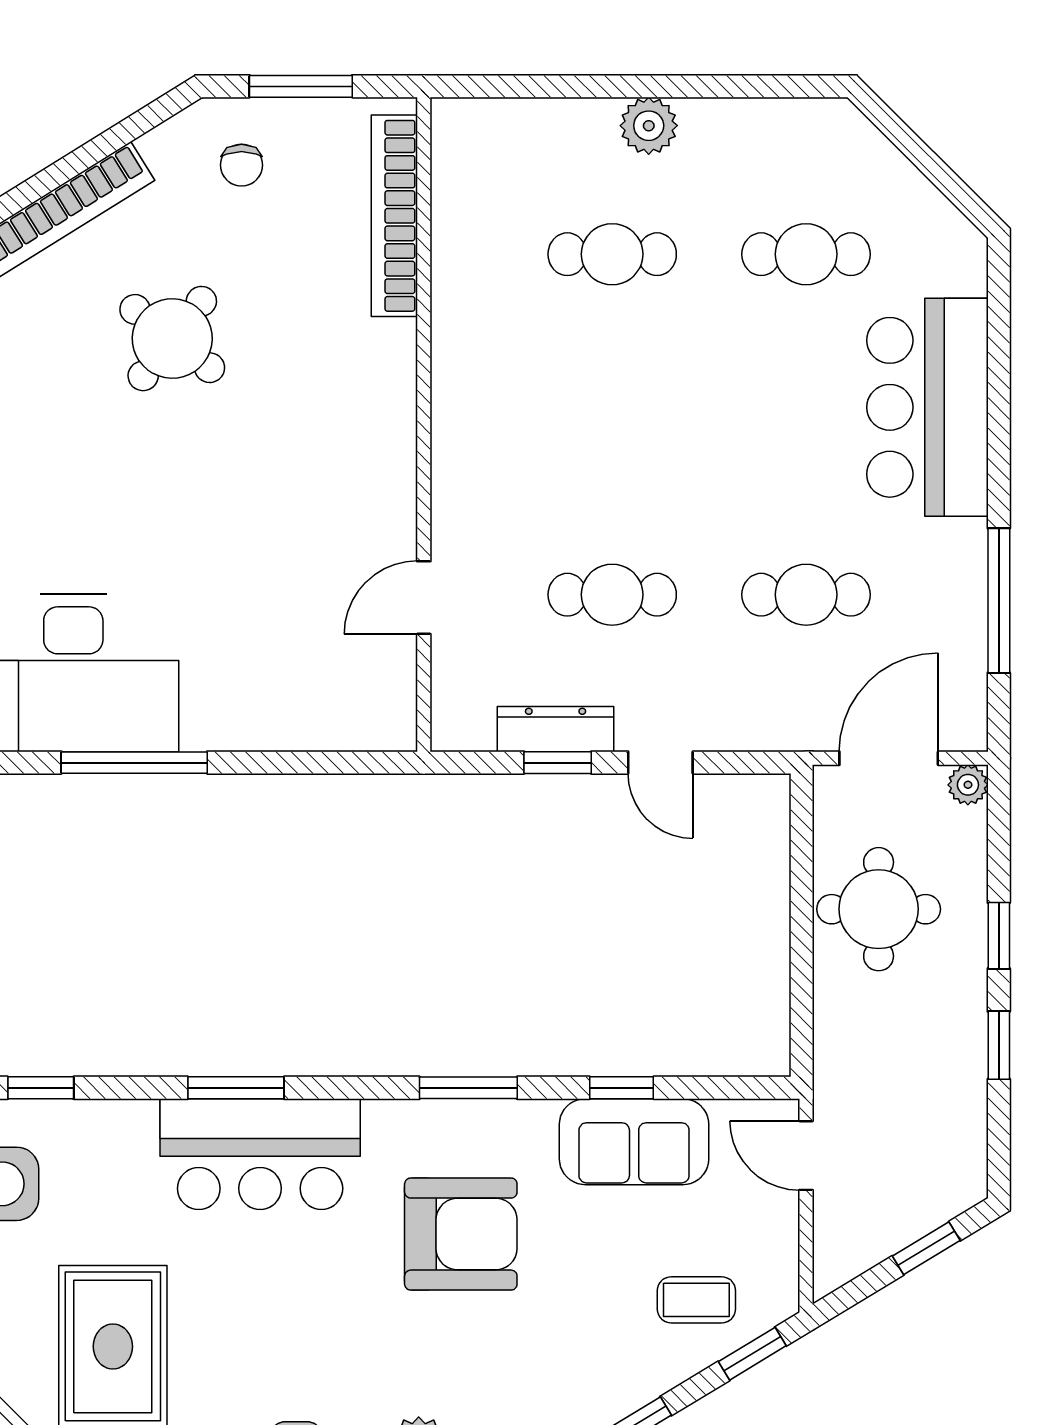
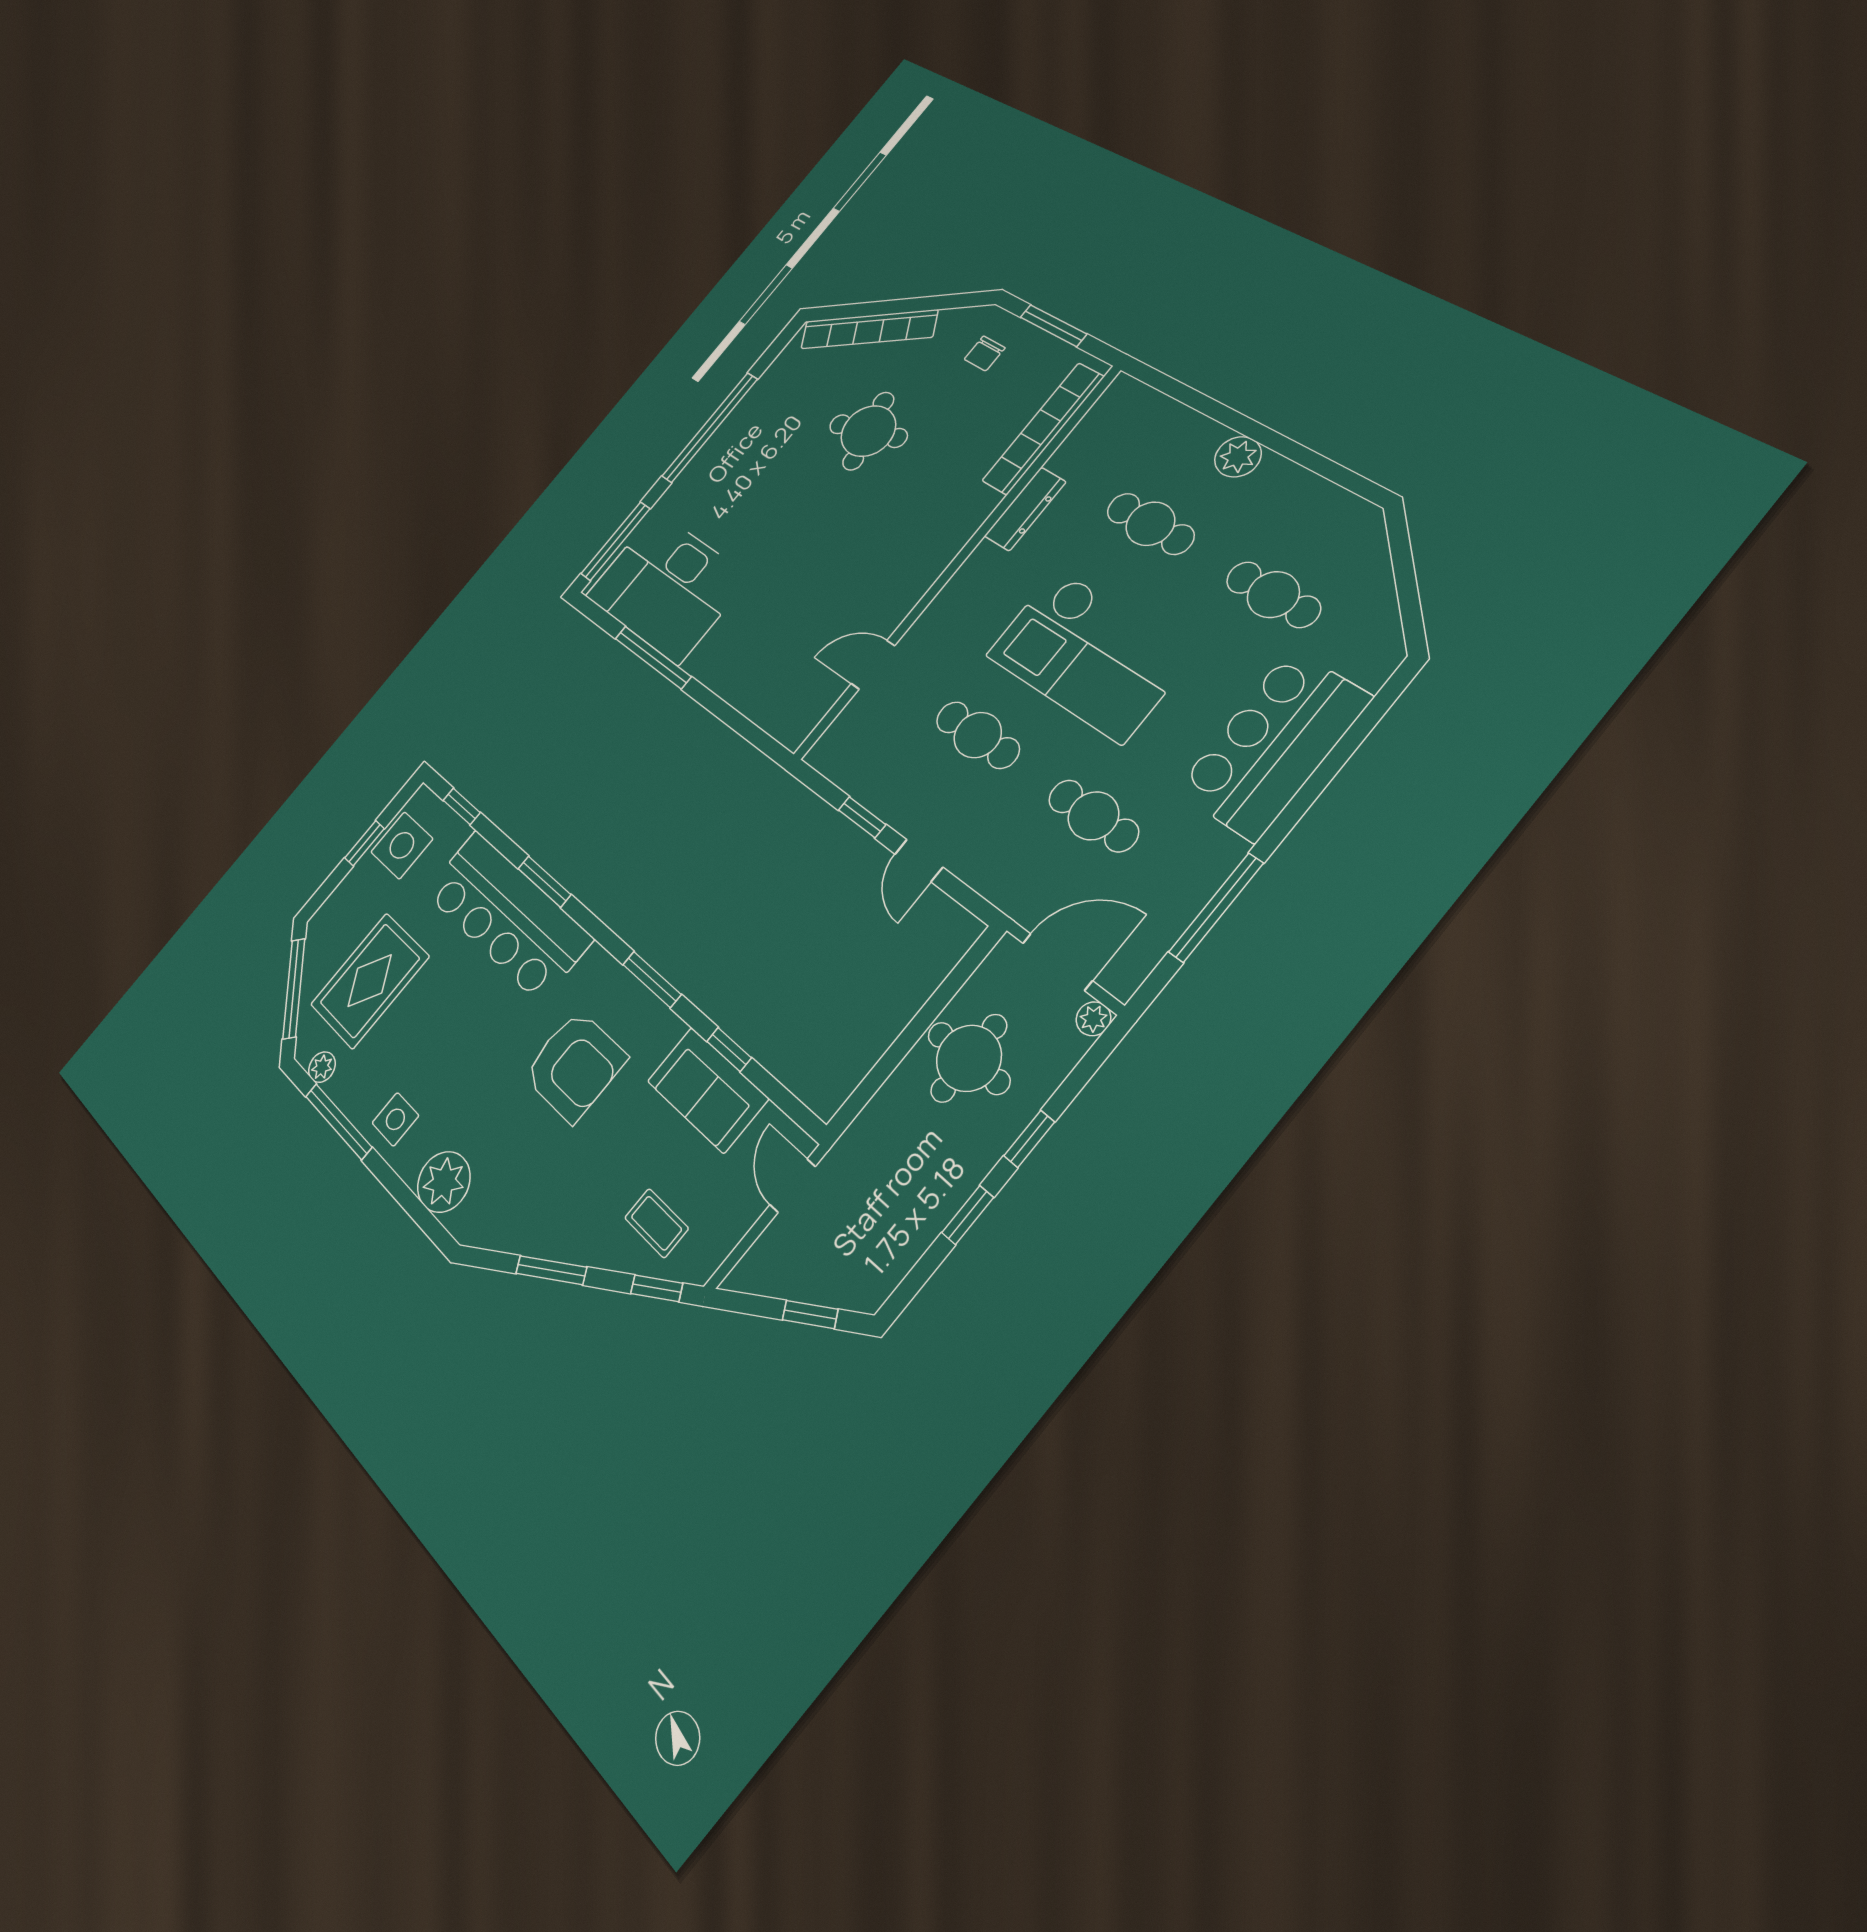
round table: (172, 339) -> (868, 431), turned 37
checkout: (662, 435) -> (1089, 655), added
dresser: (556, 729) -> (1025, 509), moved, turned 90
bar counter: (260, 1154) -> (507, 915), width x1.36

